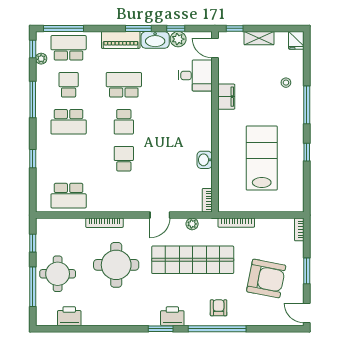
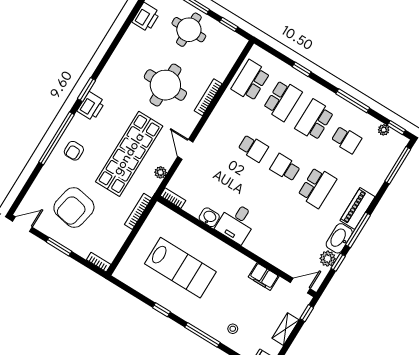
window: (138, 28) -> (358, 230), width x1.44
school desk: (69, 48) -> (283, 100), moved
desk: (195, 75) -> (236, 223), moved
filing cabinet: (226, 97) -> (264, 277), moved
armchair: (219, 308) -> (74, 151), turned 90

